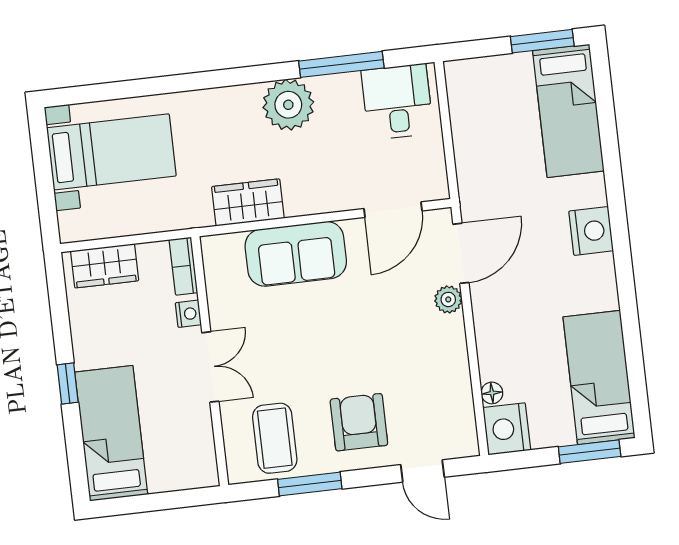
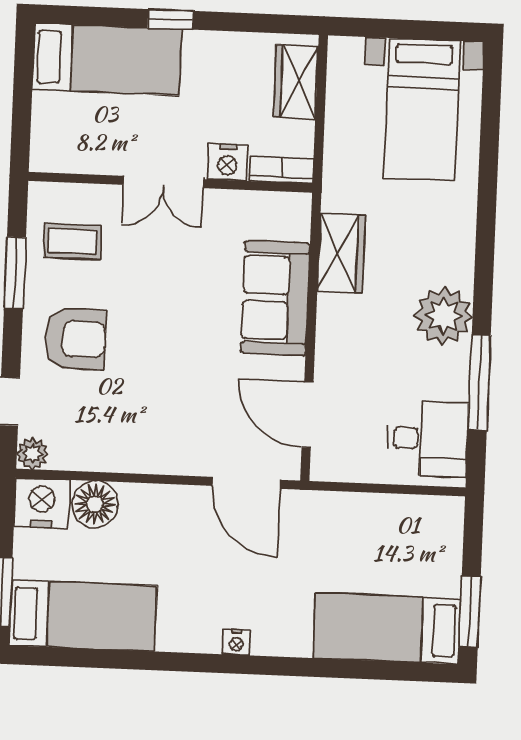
nightstand: (591, 231) -> (236, 642), width x0.53, depth x0.56
plant: (448, 299) -> (32, 454), moved
nightstand: (188, 314) -> (227, 162), width x1.39, depth x1.35
floor lamp: (492, 393) -> (95, 504), width x1.89, depth x1.89
coffee table: (275, 438) -> (72, 242), width x0.73, depth x0.77

